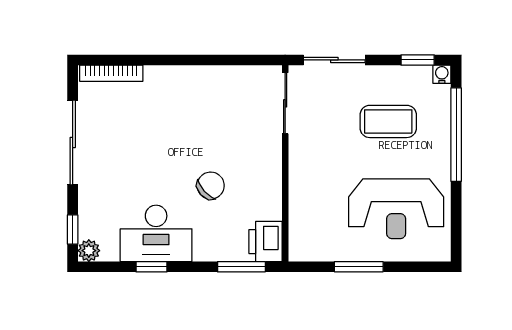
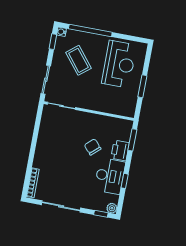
coffee table: (388, 121) -> (78, 60), turned -39
printer: (266, 242) -> (120, 150), moved, turned 90

